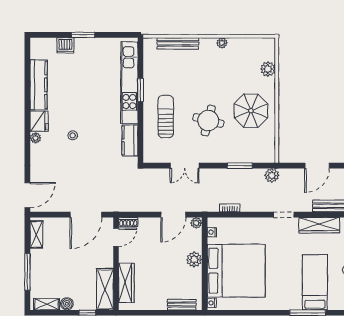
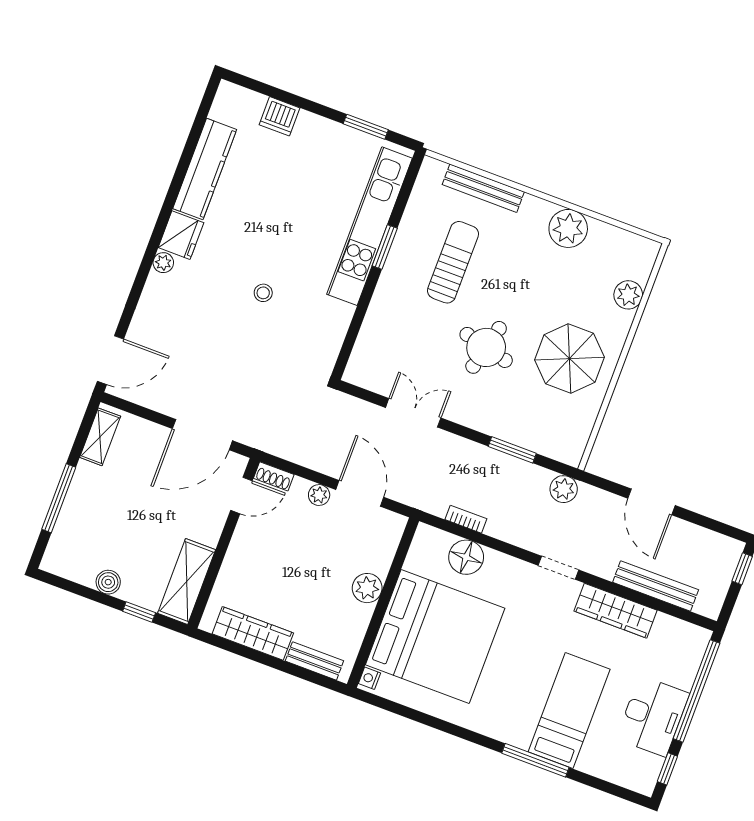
window: (83, 35) -> (366, 127), moved
plant: (222, 43) -> (568, 228), width x1.87, depth x1.87
sun lounger: (166, 117) -> (453, 262), moved
stool: (73, 135) -> (263, 293), moved
kitchen counter: (130, 140) -> (332, 331), removed
double door: (185, 166) -> (413, 413), swing flipped
door: (317, 166) -> (652, 502), hinge flipped
door: (173, 215) -> (360, 493), swing flipped
plant: (196, 223) -> (319, 495), moved
floor lamp: (237, 226) -> (466, 557), added
nightstand: (212, 232) -> (417, 551), removed
wardrobe: (126, 283) -> (253, 633), moved, turned -90
shelving: (47, 304) -> (72, 569), removed

